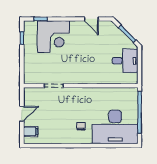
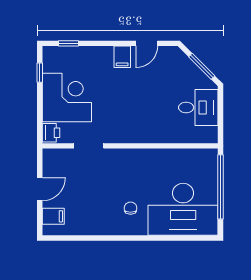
door: (91, 19) -> (147, 43), hinge flipped
filing cabinet: (75, 28) -> (122, 57), added
corner desk: (53, 37) -> (67, 98), moved, turned -90
printer: (29, 77) -> (51, 133), added

